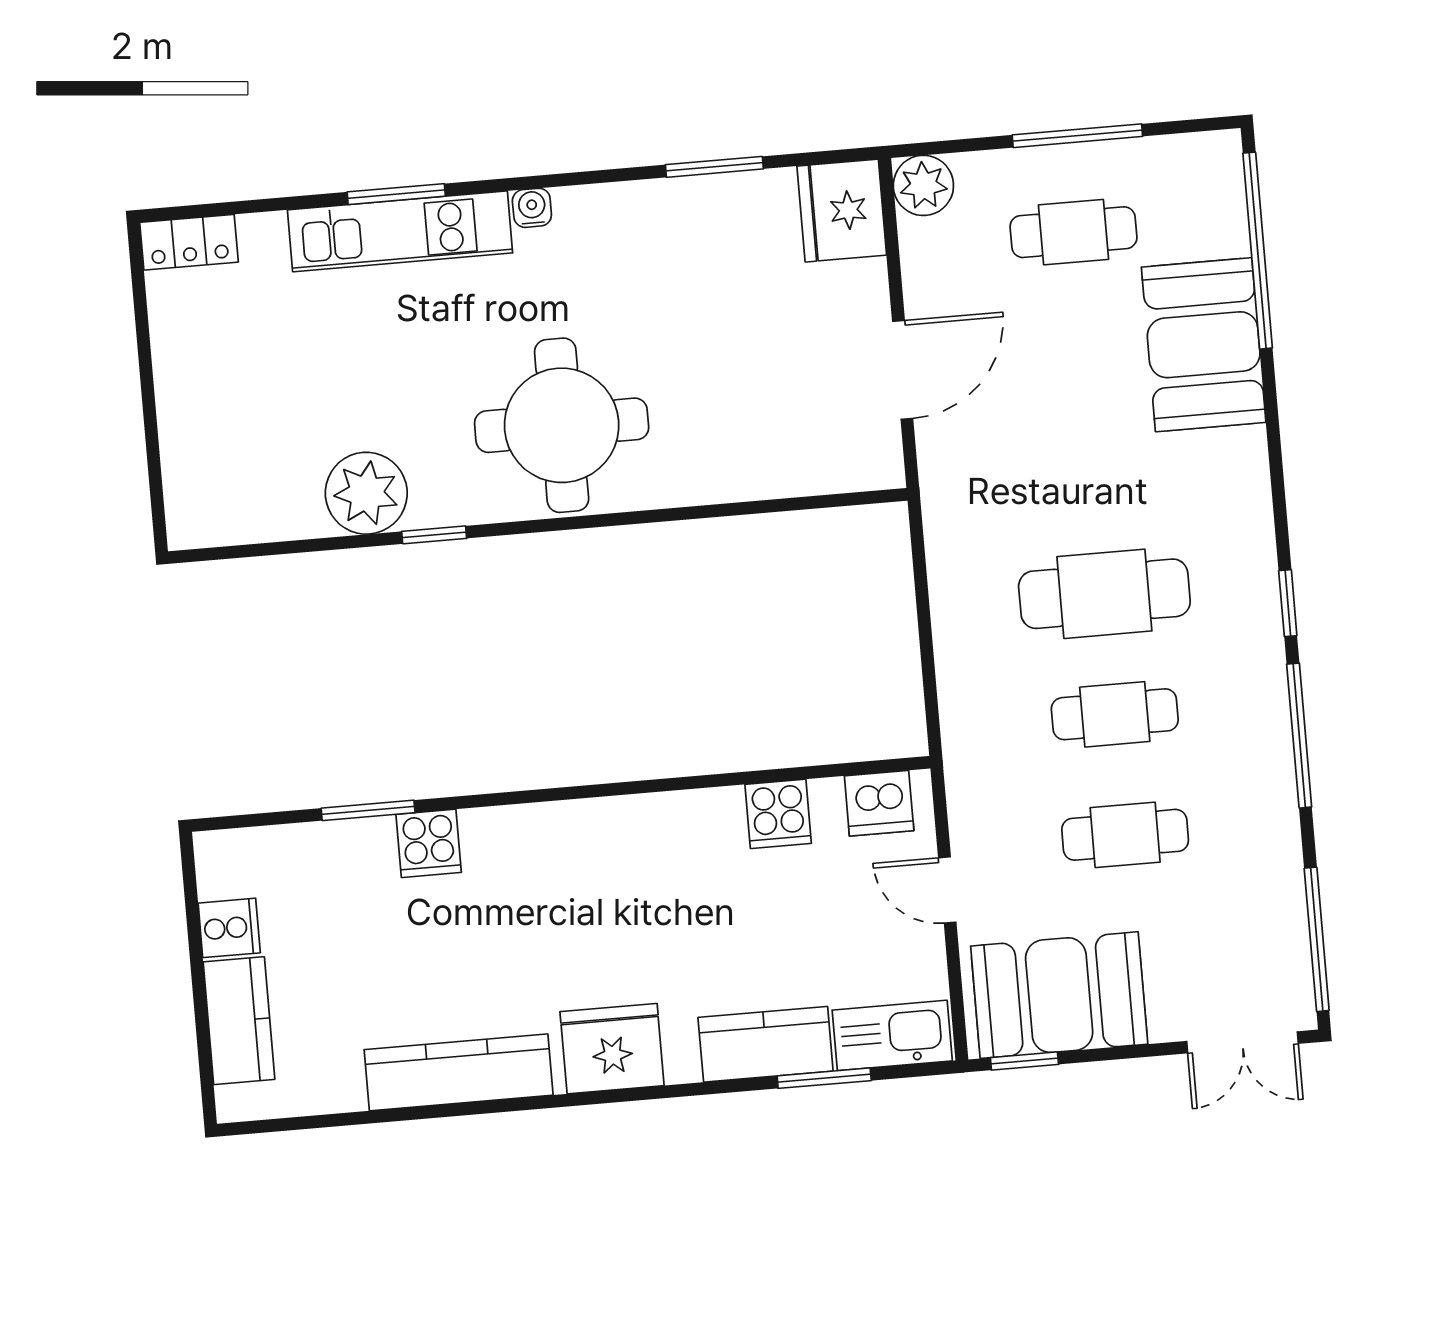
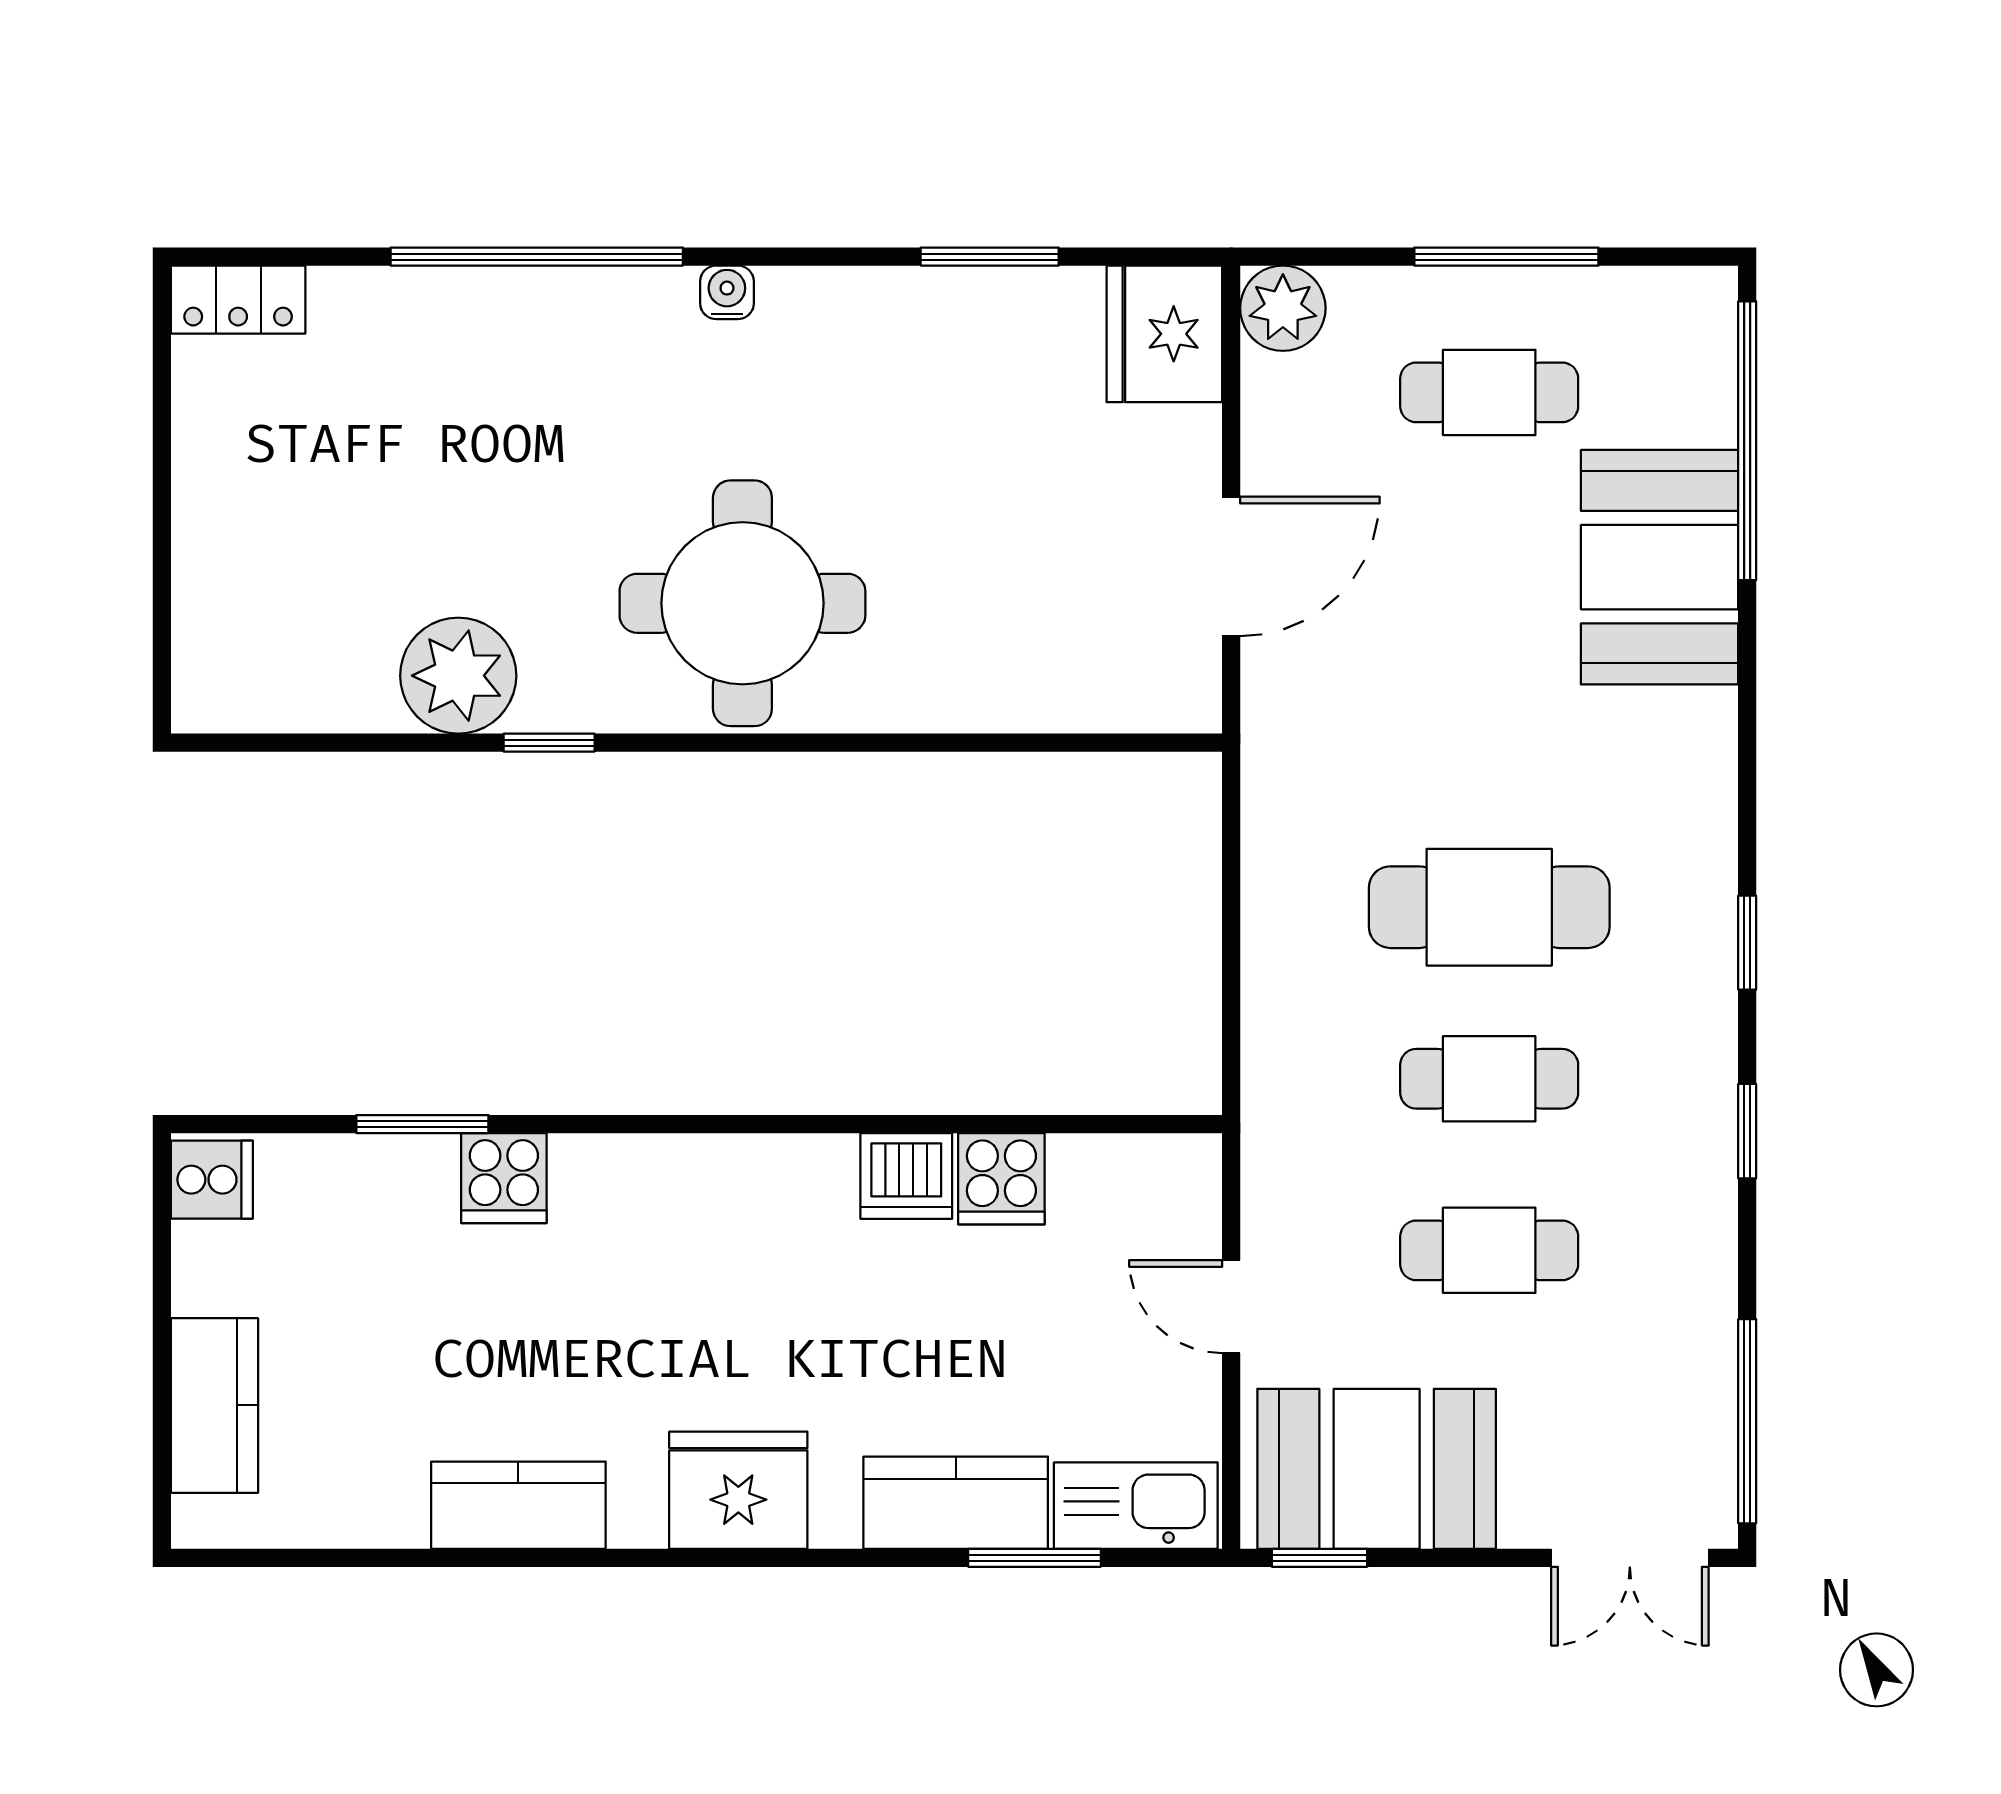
window: (396, 194) -> (537, 257), width x2.11
kitchen unit: (400, 231) -> (538, 310), removed
window: (1299, 736) -> (1747, 1131), width x0.46
dishwasher: (879, 803) -> (906, 1176), moved
cooker: (229, 928) -> (212, 1180), moved
kitchen counter: (459, 1072) -> (518, 1505), width x0.67

